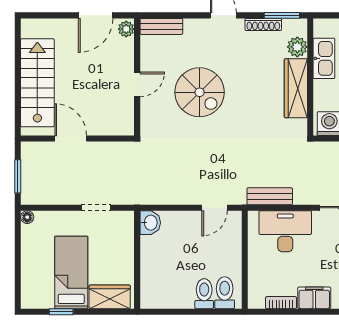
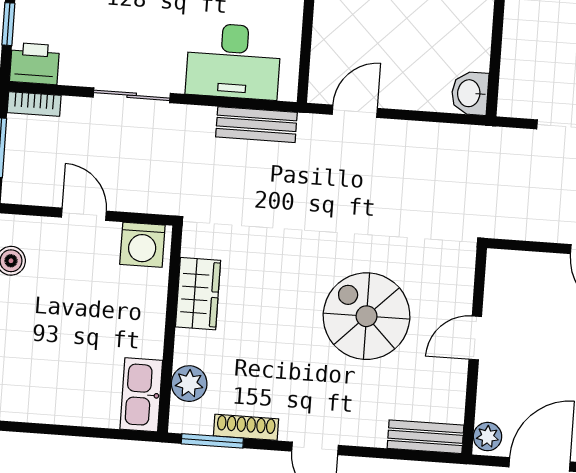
kitchen sink: (324, 58) -> (141, 395), moved
wardrobe: (296, 88) -> (198, 294), width x0.67

